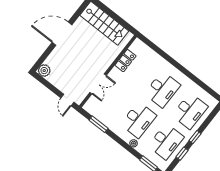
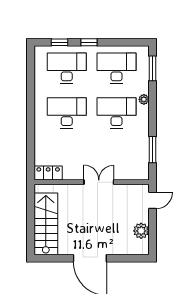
locker: (125, 61) -> (48, 173), moved
plant: (44, 71) -> (141, 231), moved
double door: (98, 84) -> (99, 182), moved
window: (182, 154) -> (59, 42), moved

